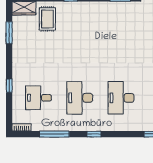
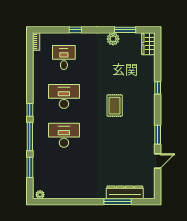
rug: (47, 19) -> (115, 106), moved, turned 90
plant: (19, 46) -> (113, 39), added
window: (54, 134) -> (30, 136), moved

